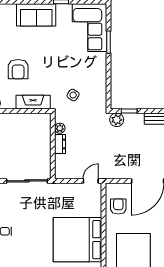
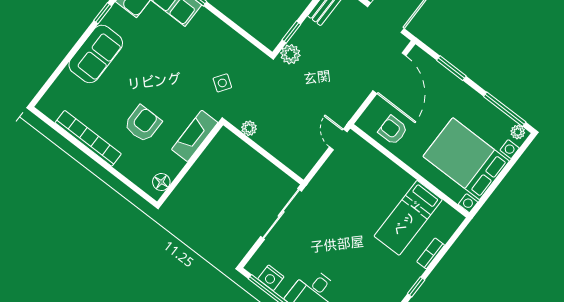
armchair: (18, 69) -> (143, 124), turned -90
dresser: (60, 144) -> (268, 142), removed
bed: (77, 240) -> (408, 218), width x0.49

